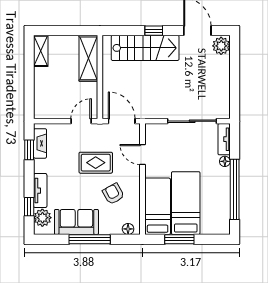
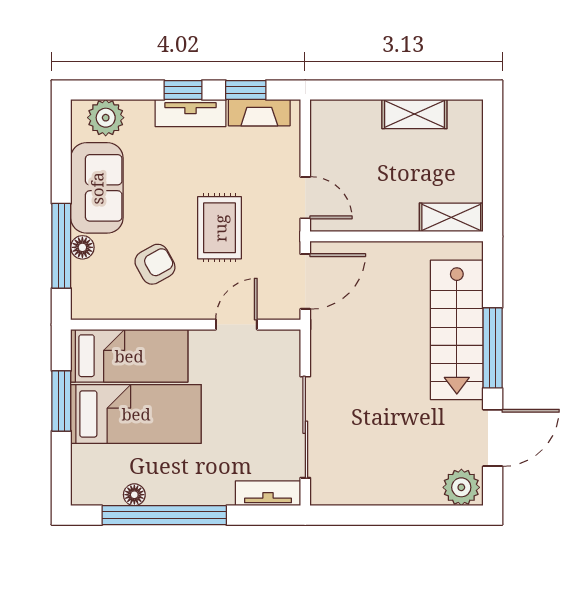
window: (154, 31) -> (493, 348), width x2.17
shelving: (41, 51) -> (414, 114), moved
shelving: (88, 58) -> (451, 217), width x0.67, depth x0.75
floor lamp: (225, 161) -> (134, 495), moved
tv unit: (40, 191) -> (191, 113), moved
window: (29, 207) -> (183, 90), moved
floor lamp: (128, 229) -> (82, 247), moved
window: (90, 239) -> (61, 246), moved

